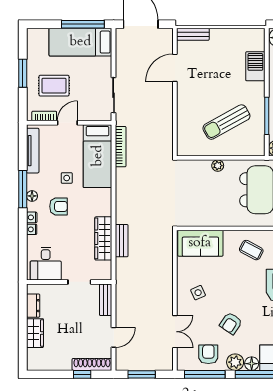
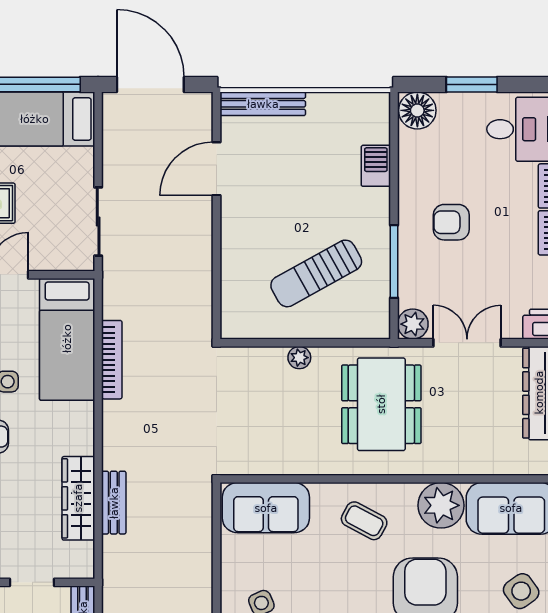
bench: (193, 34) -> (263, 104), width x1.36
barbecue: (255, 66) -> (376, 166), width x0.73, depth x0.79
bookcase: (121, 147) -> (112, 360), moved

